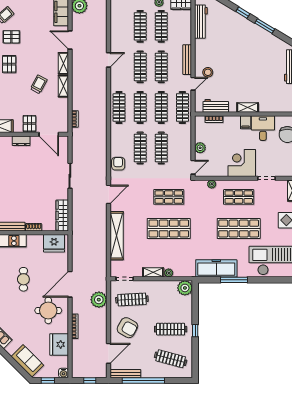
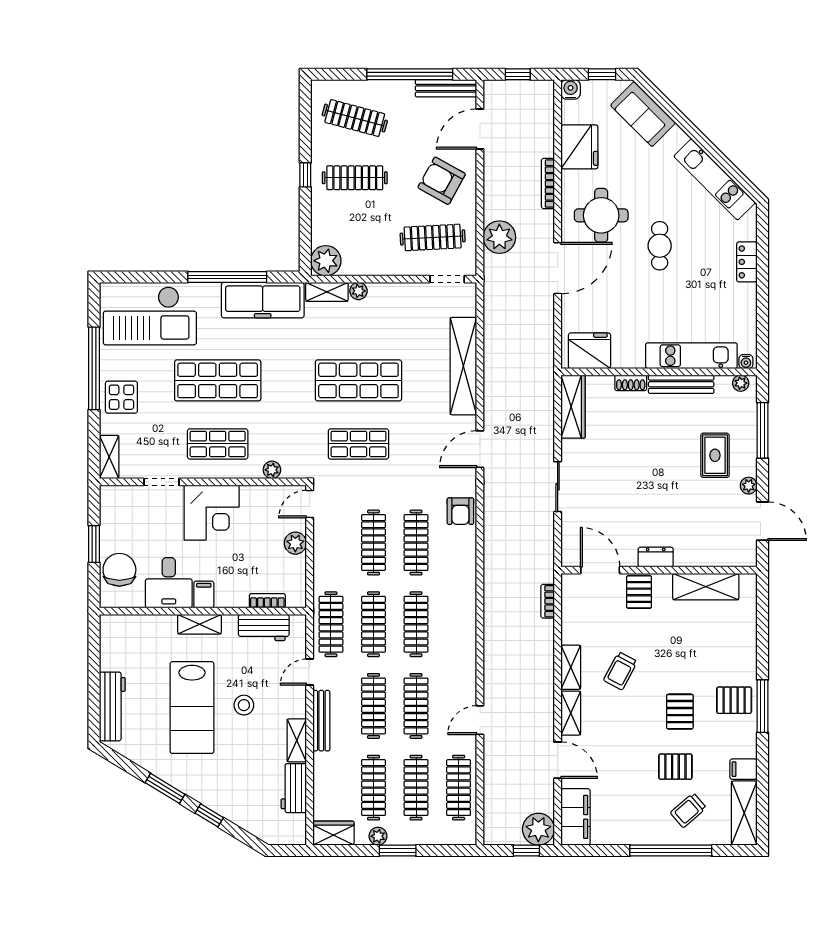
workbench: (201, 22) -> (294, 788), width x0.73
shelving: (199, 50) -> (297, 740), added
lab bench: (251, 66) -> (192, 708), added
stool: (208, 72) -> (244, 705), moved
clothes rail: (119, 107) -> (459, 788), moved
shelving: (153, 272) -> (327, 292), moved
cafe table: (23, 279) -> (660, 246), moved
window: (234, 280) -> (227, 277), width x1.46

